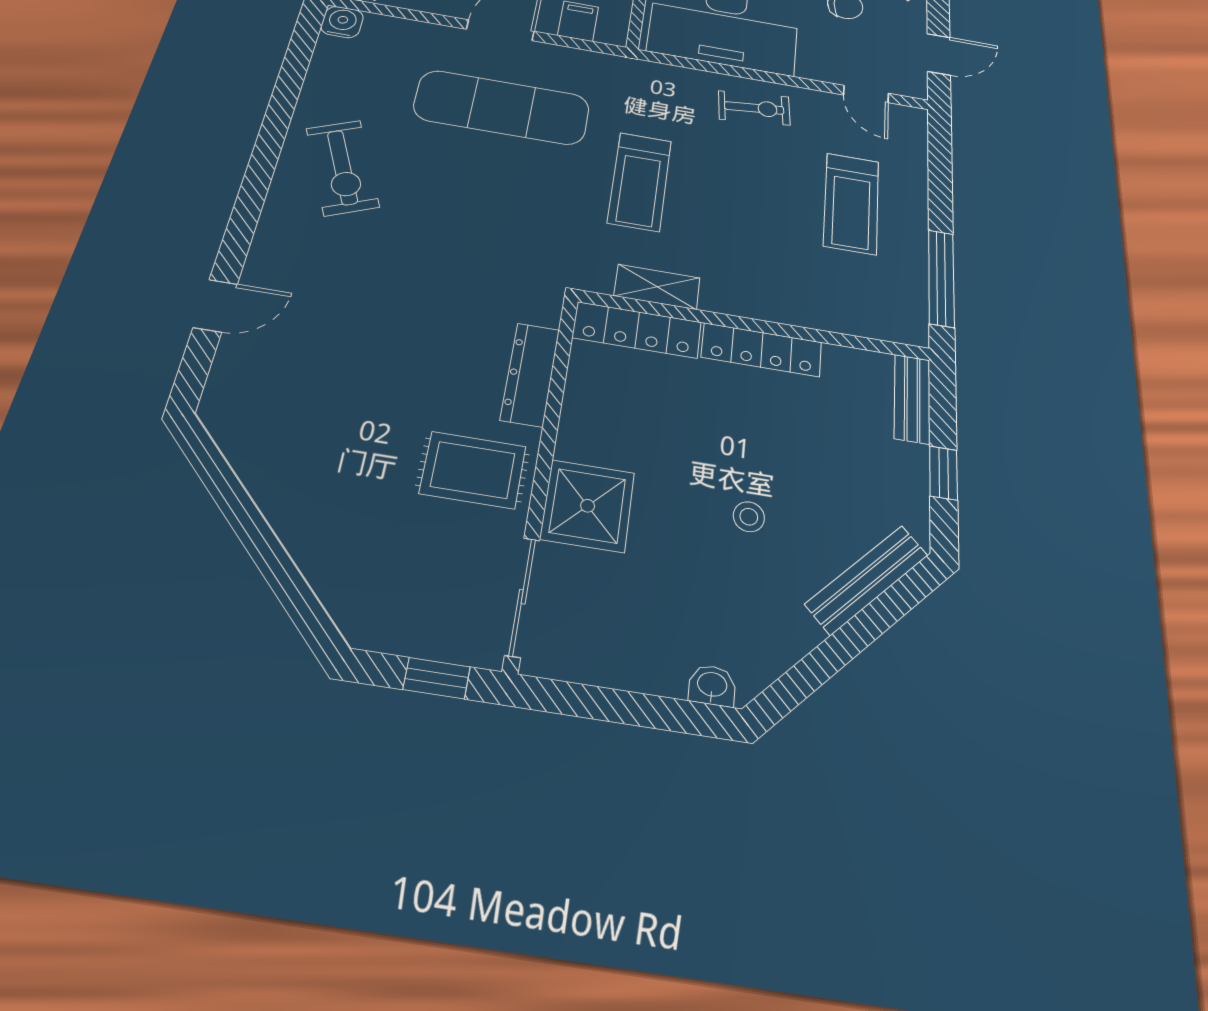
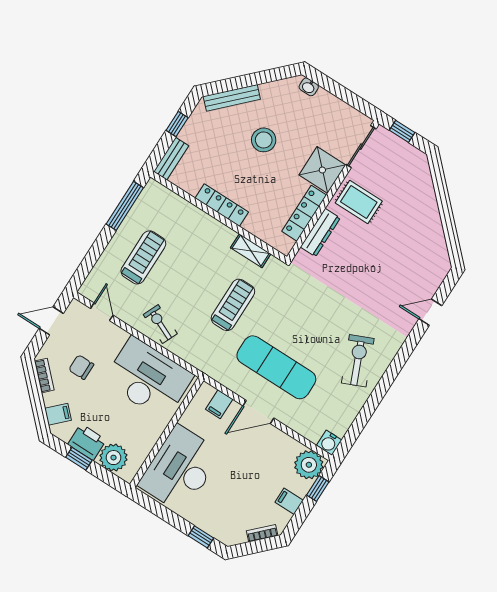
exercise bike: (754, 108) -> (160, 324), turned 30
locker: (637, 330) -> (304, 213), moved, turned -90
stool: (749, 517) -> (264, 140), width x1.89, depth x1.89

